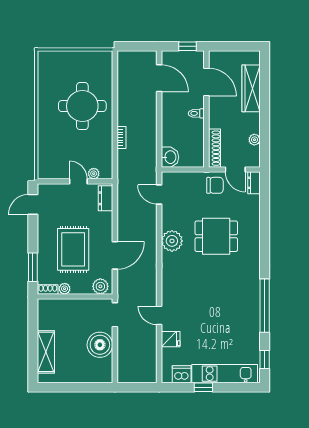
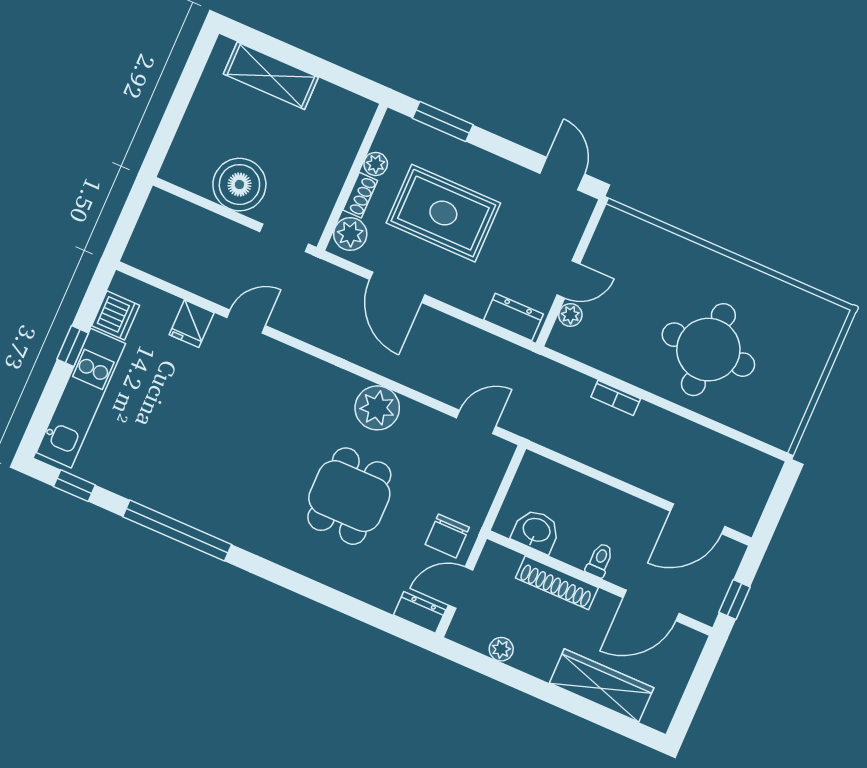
shoe rack: (214, 148) -> (557, 583), moved
washbasin: (170, 157) -> (536, 531), moved, turned 180
shoe rack: (48, 289) -> (360, 195), moved

